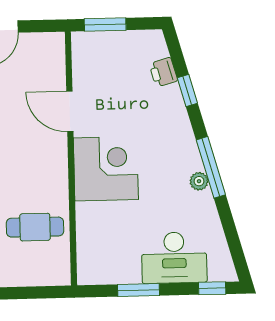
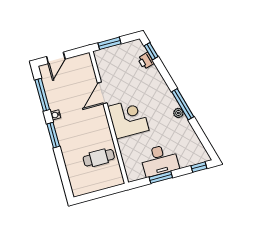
window: (187, 91) -> (151, 51), moved
door: (70, 111) -> (102, 93), hinge flipped
desk: (174, 258) -> (160, 160), moved

